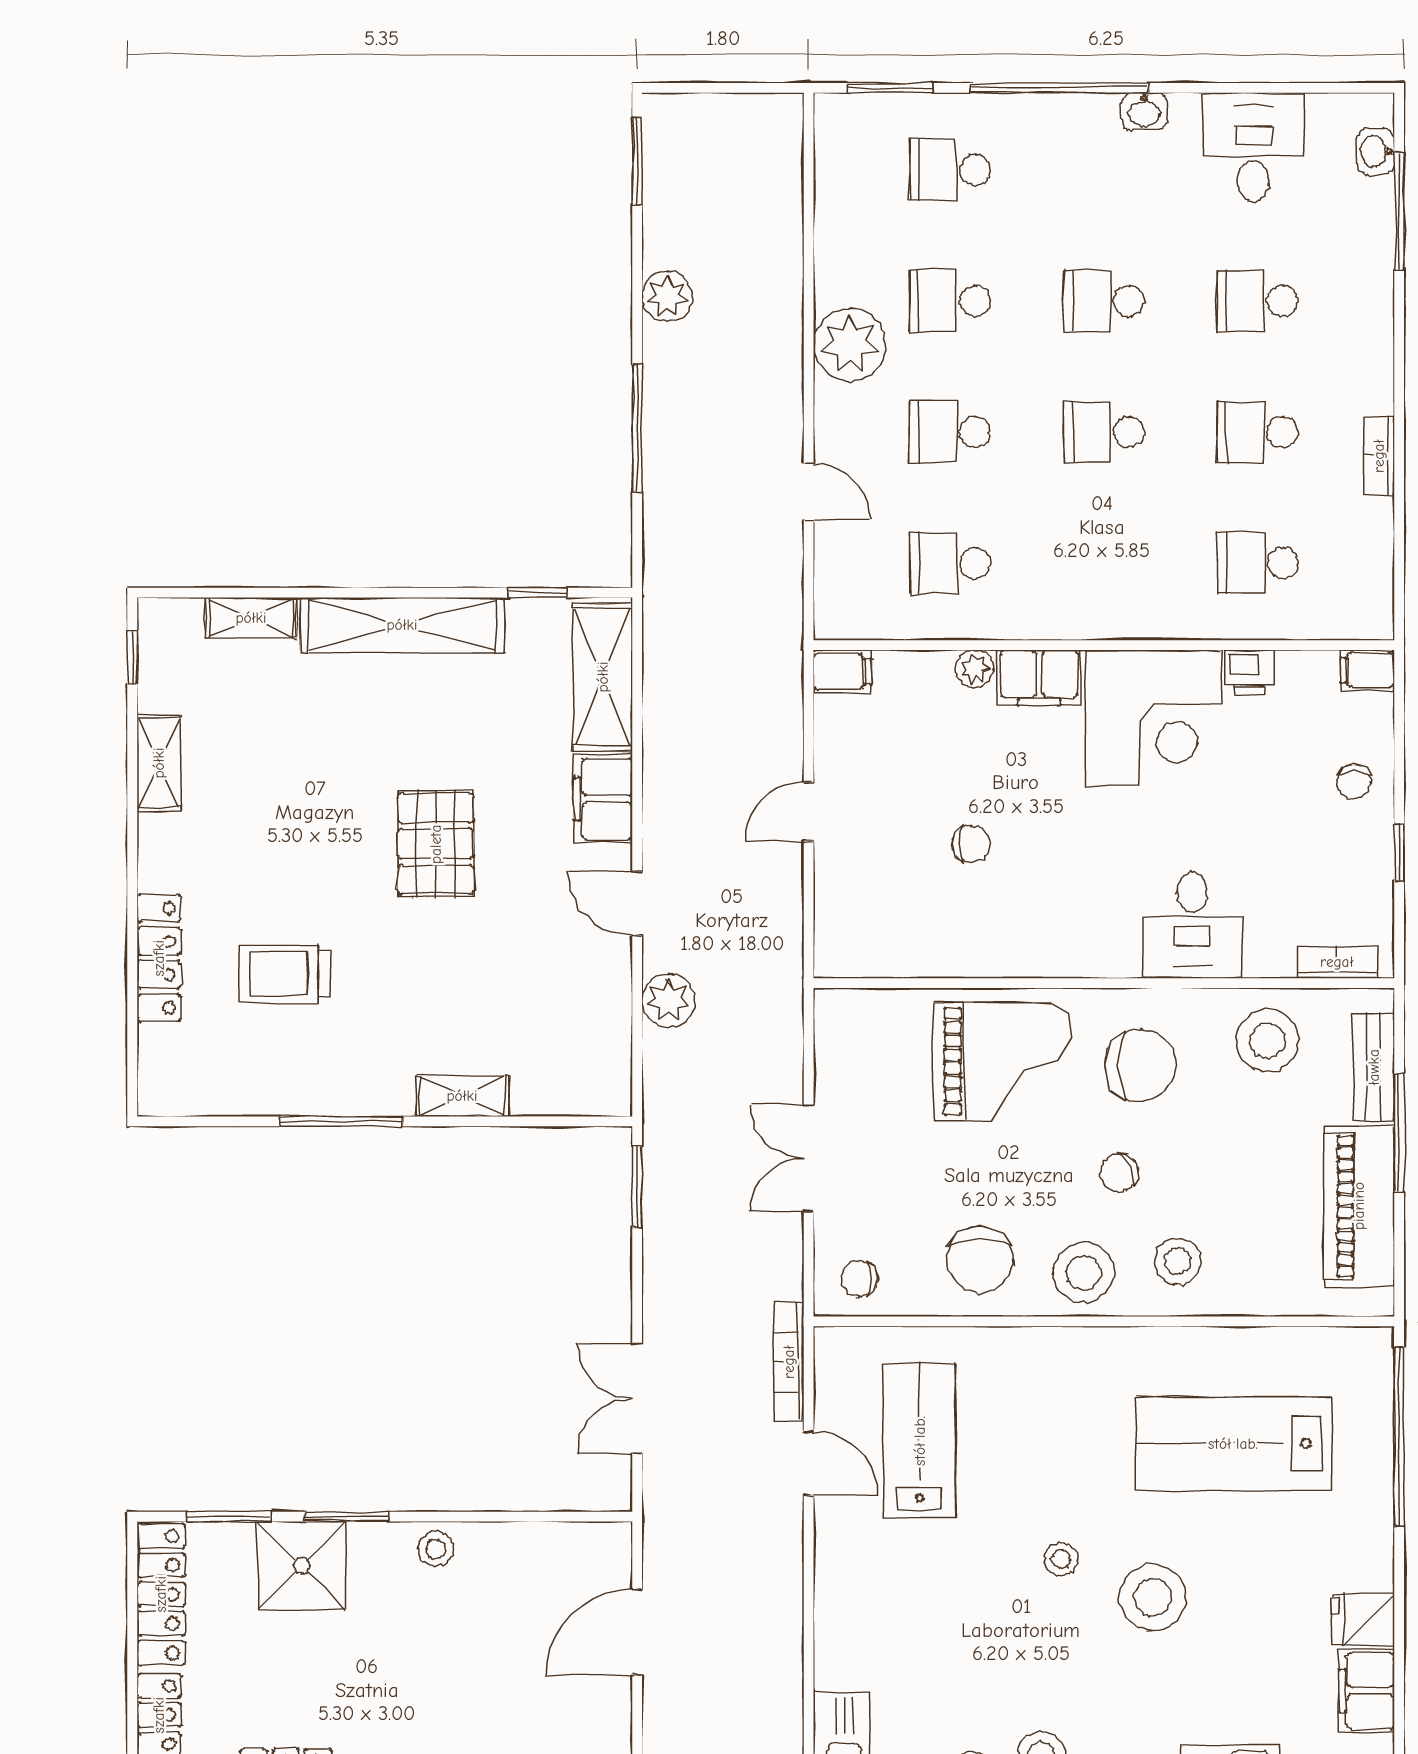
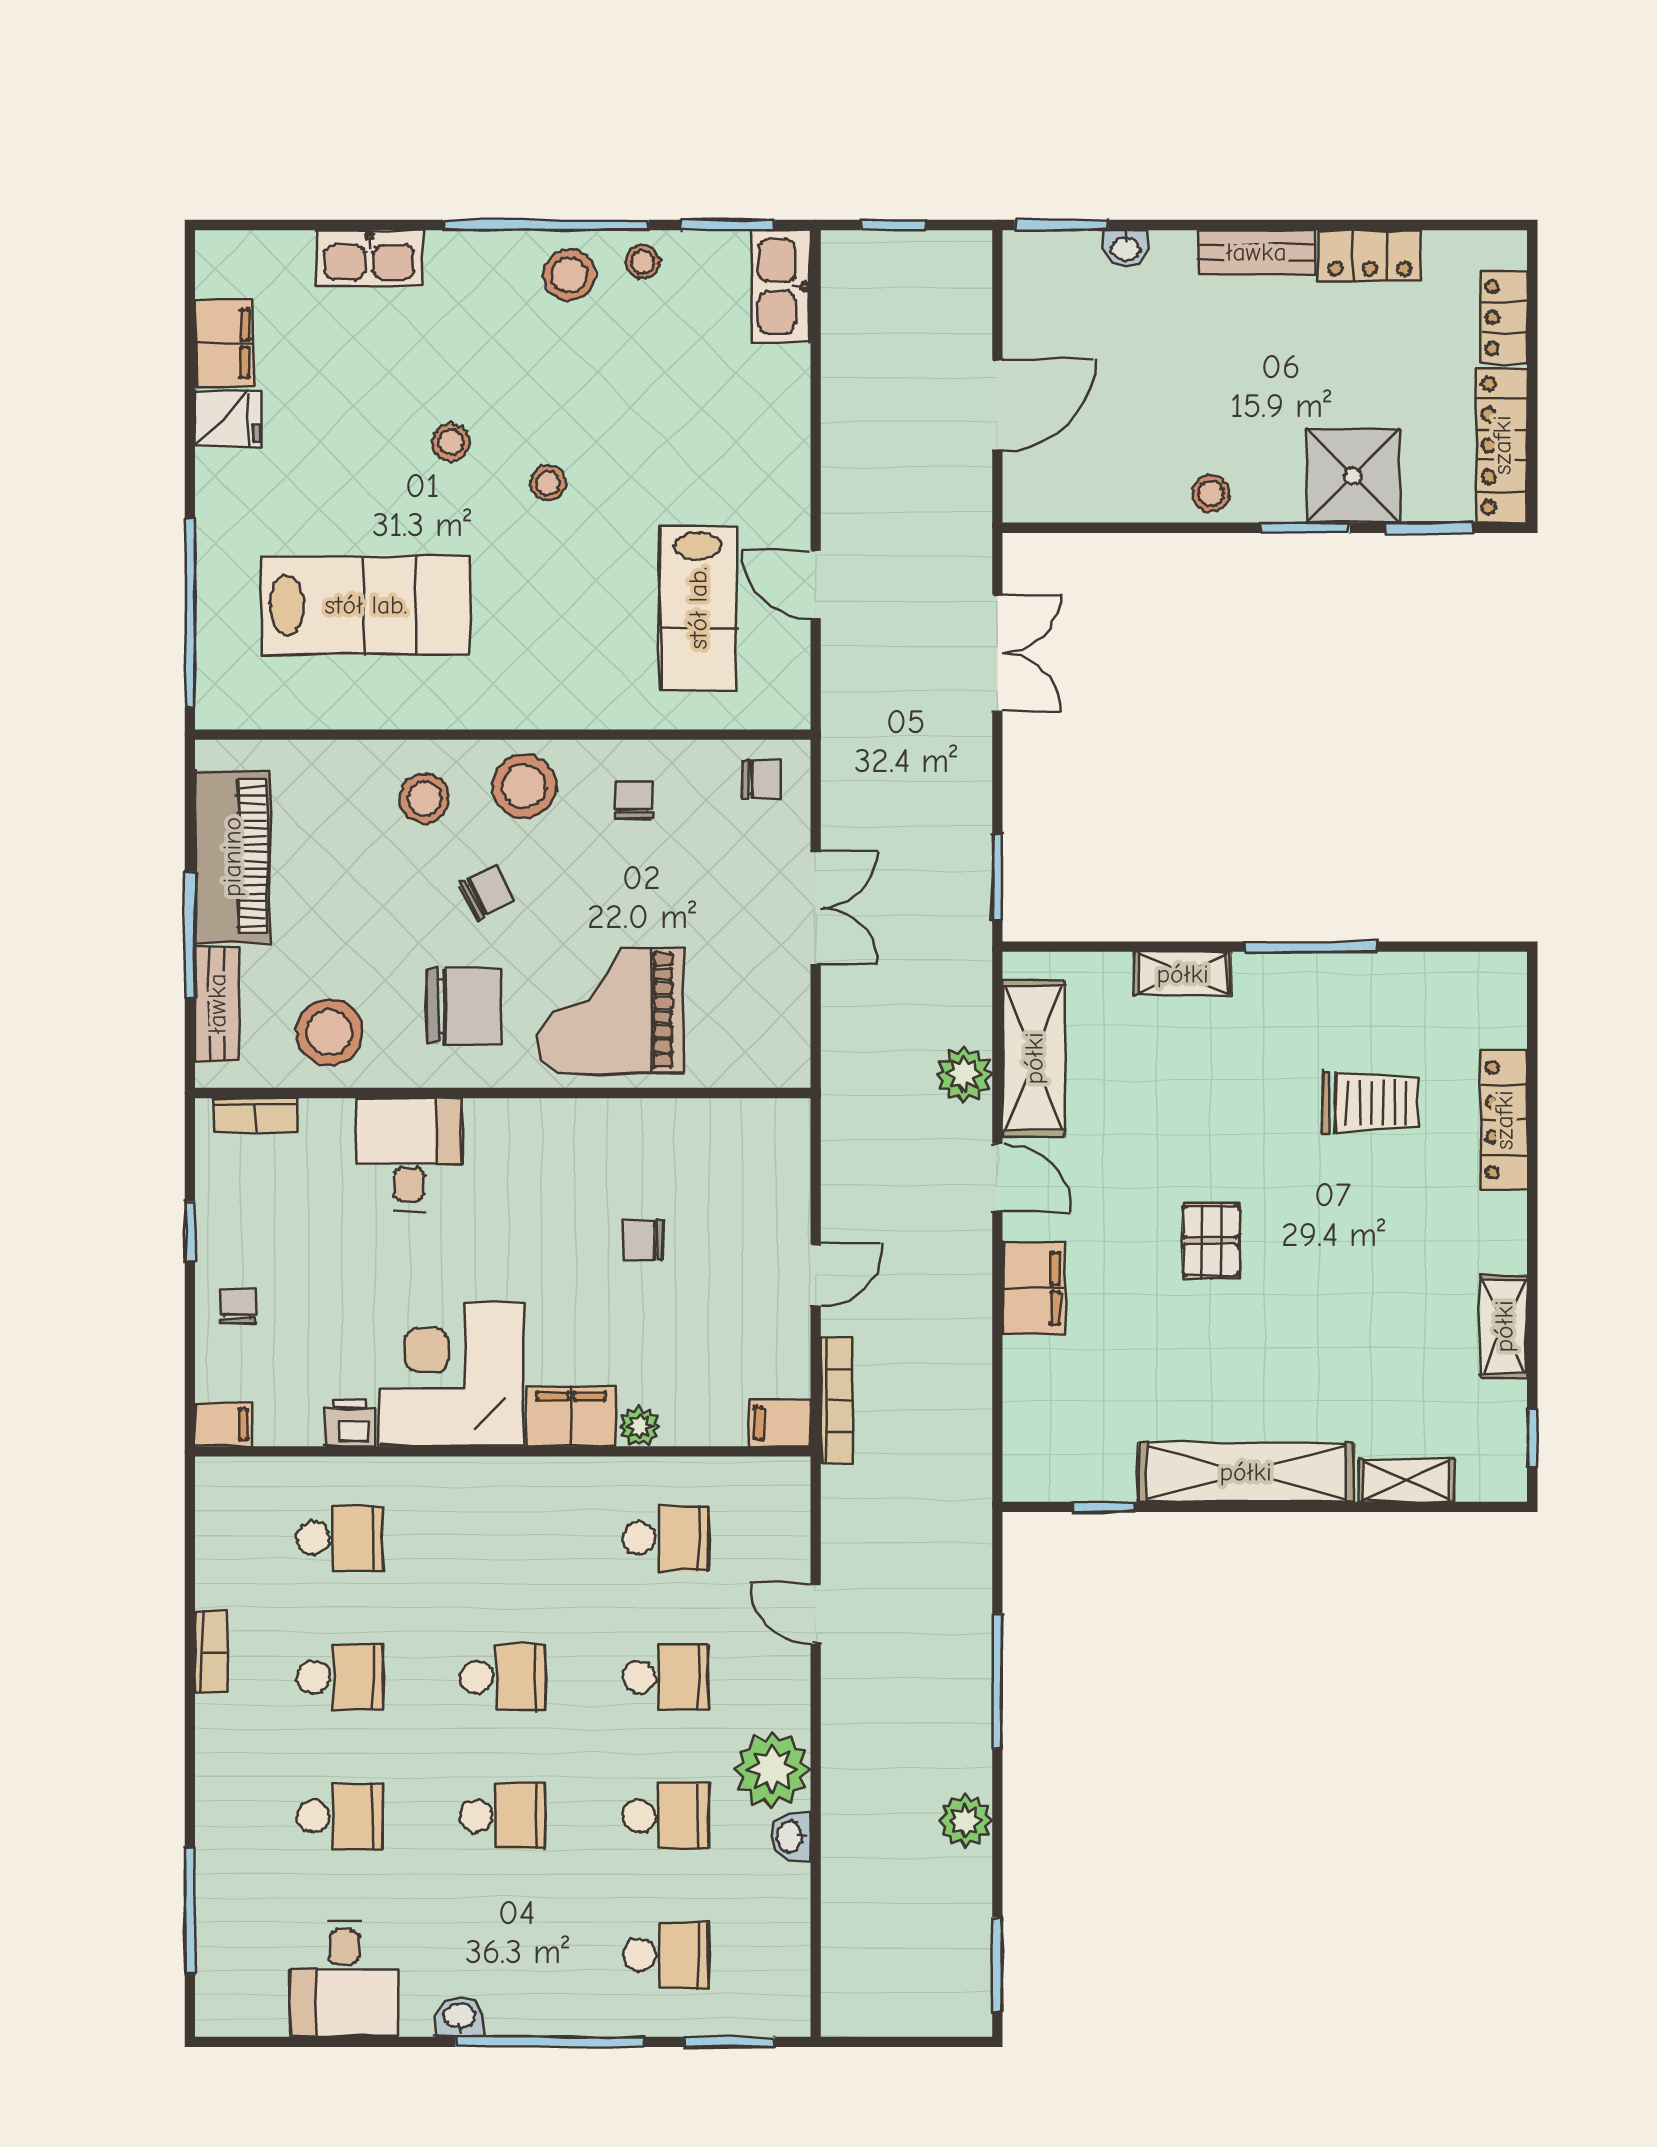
washbasin: (1376, 151) -> (791, 1837), moved, turned 180
shelving: (603, 677) -> (1034, 1058), moved
pallet: (436, 844) -> (1211, 1241), width x0.67, depth x0.71
chair: (1140, 1065) -> (464, 1006), turned 180
chair: (980, 1260) -> (634, 800), width x0.54, depth x0.54
bookcase: (789, 1362) -> (837, 1400), moved
stool: (1153, 1597) -> (451, 442), width x0.53, depth x0.53

